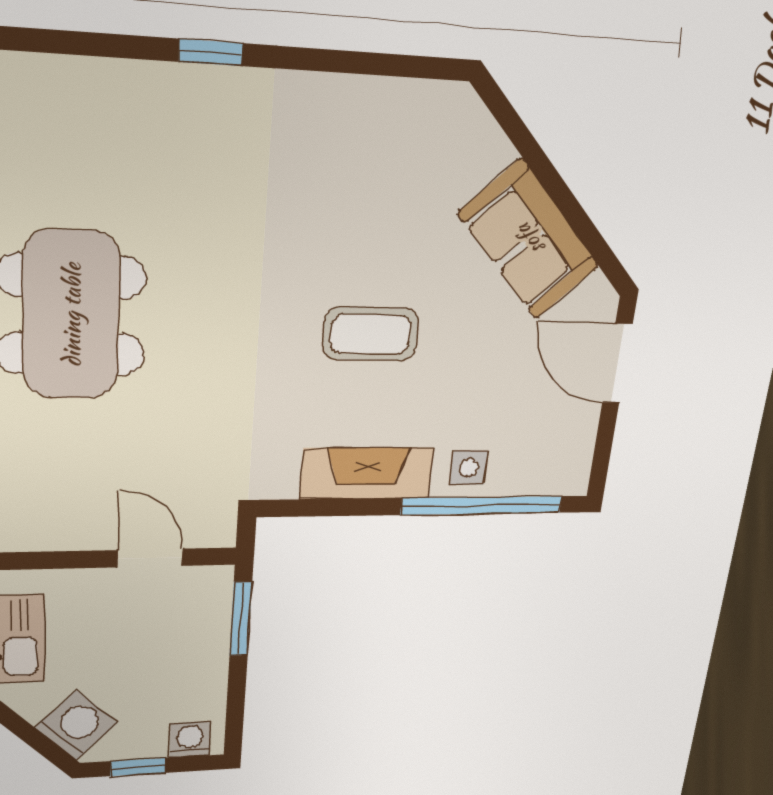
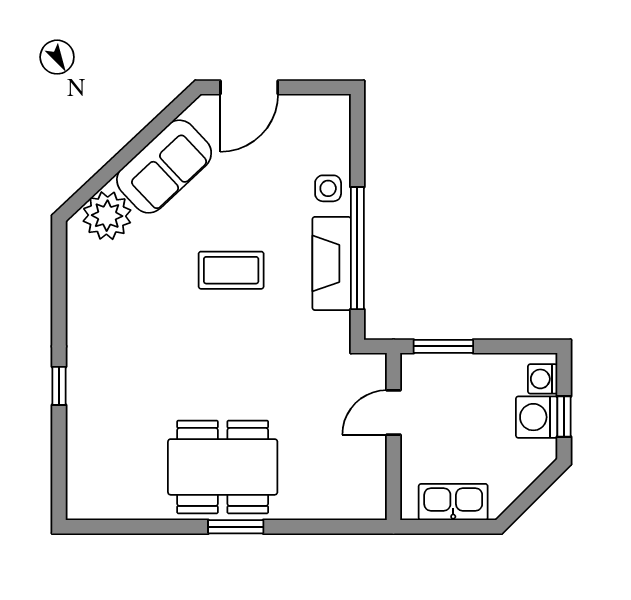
plant: (470, 149) -> (107, 216), added
coffee table: (370, 334) -> (231, 270), turned 90
window: (482, 506) -> (357, 248), moved
washing machine: (76, 725) -> (537, 417), moved, turned -45

